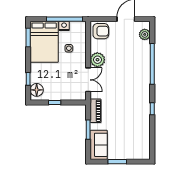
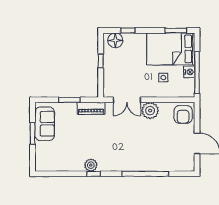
plant: (145, 34) -> (91, 165), moved
sofa: (99, 145) -> (45, 124), moved, turned -90

